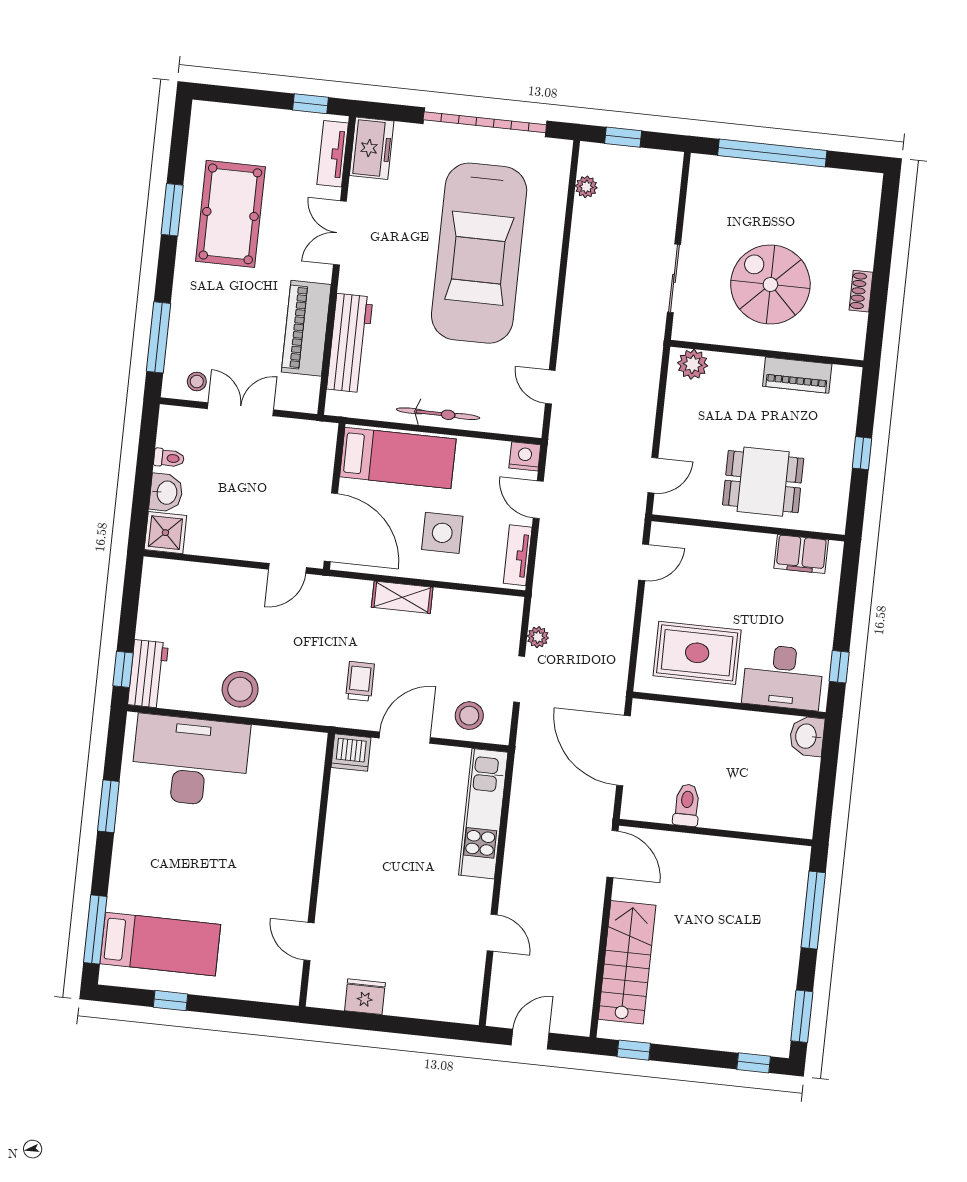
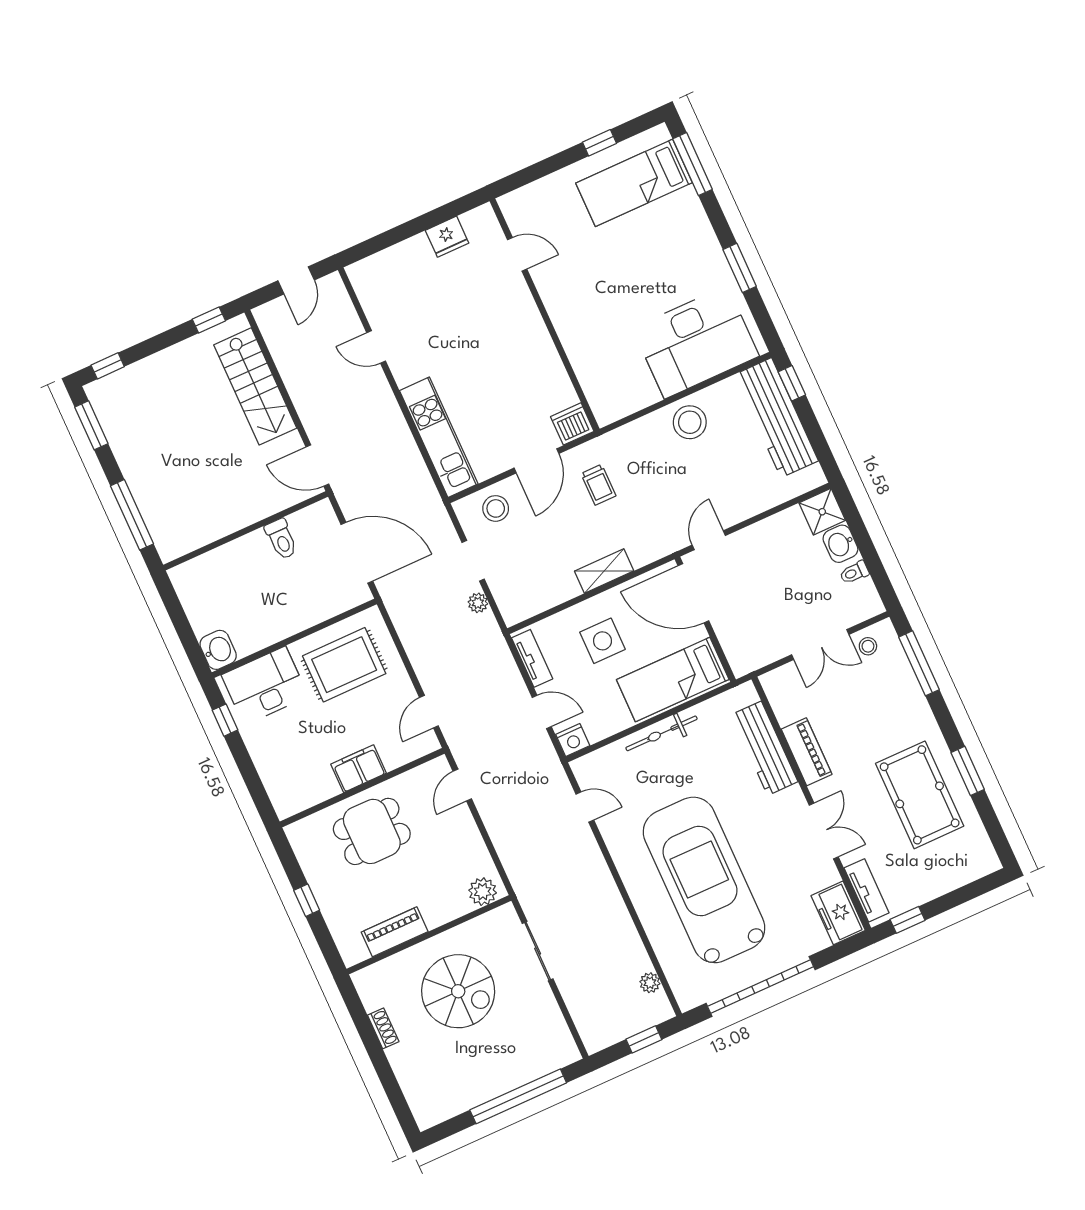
piano: (306, 328) -> (807, 752), width x0.73, depth x0.75
filing cabinet: (801, 554) -> (359, 769), moved
workbench: (148, 674) -> (776, 418), width x1.88, depth x1.32

